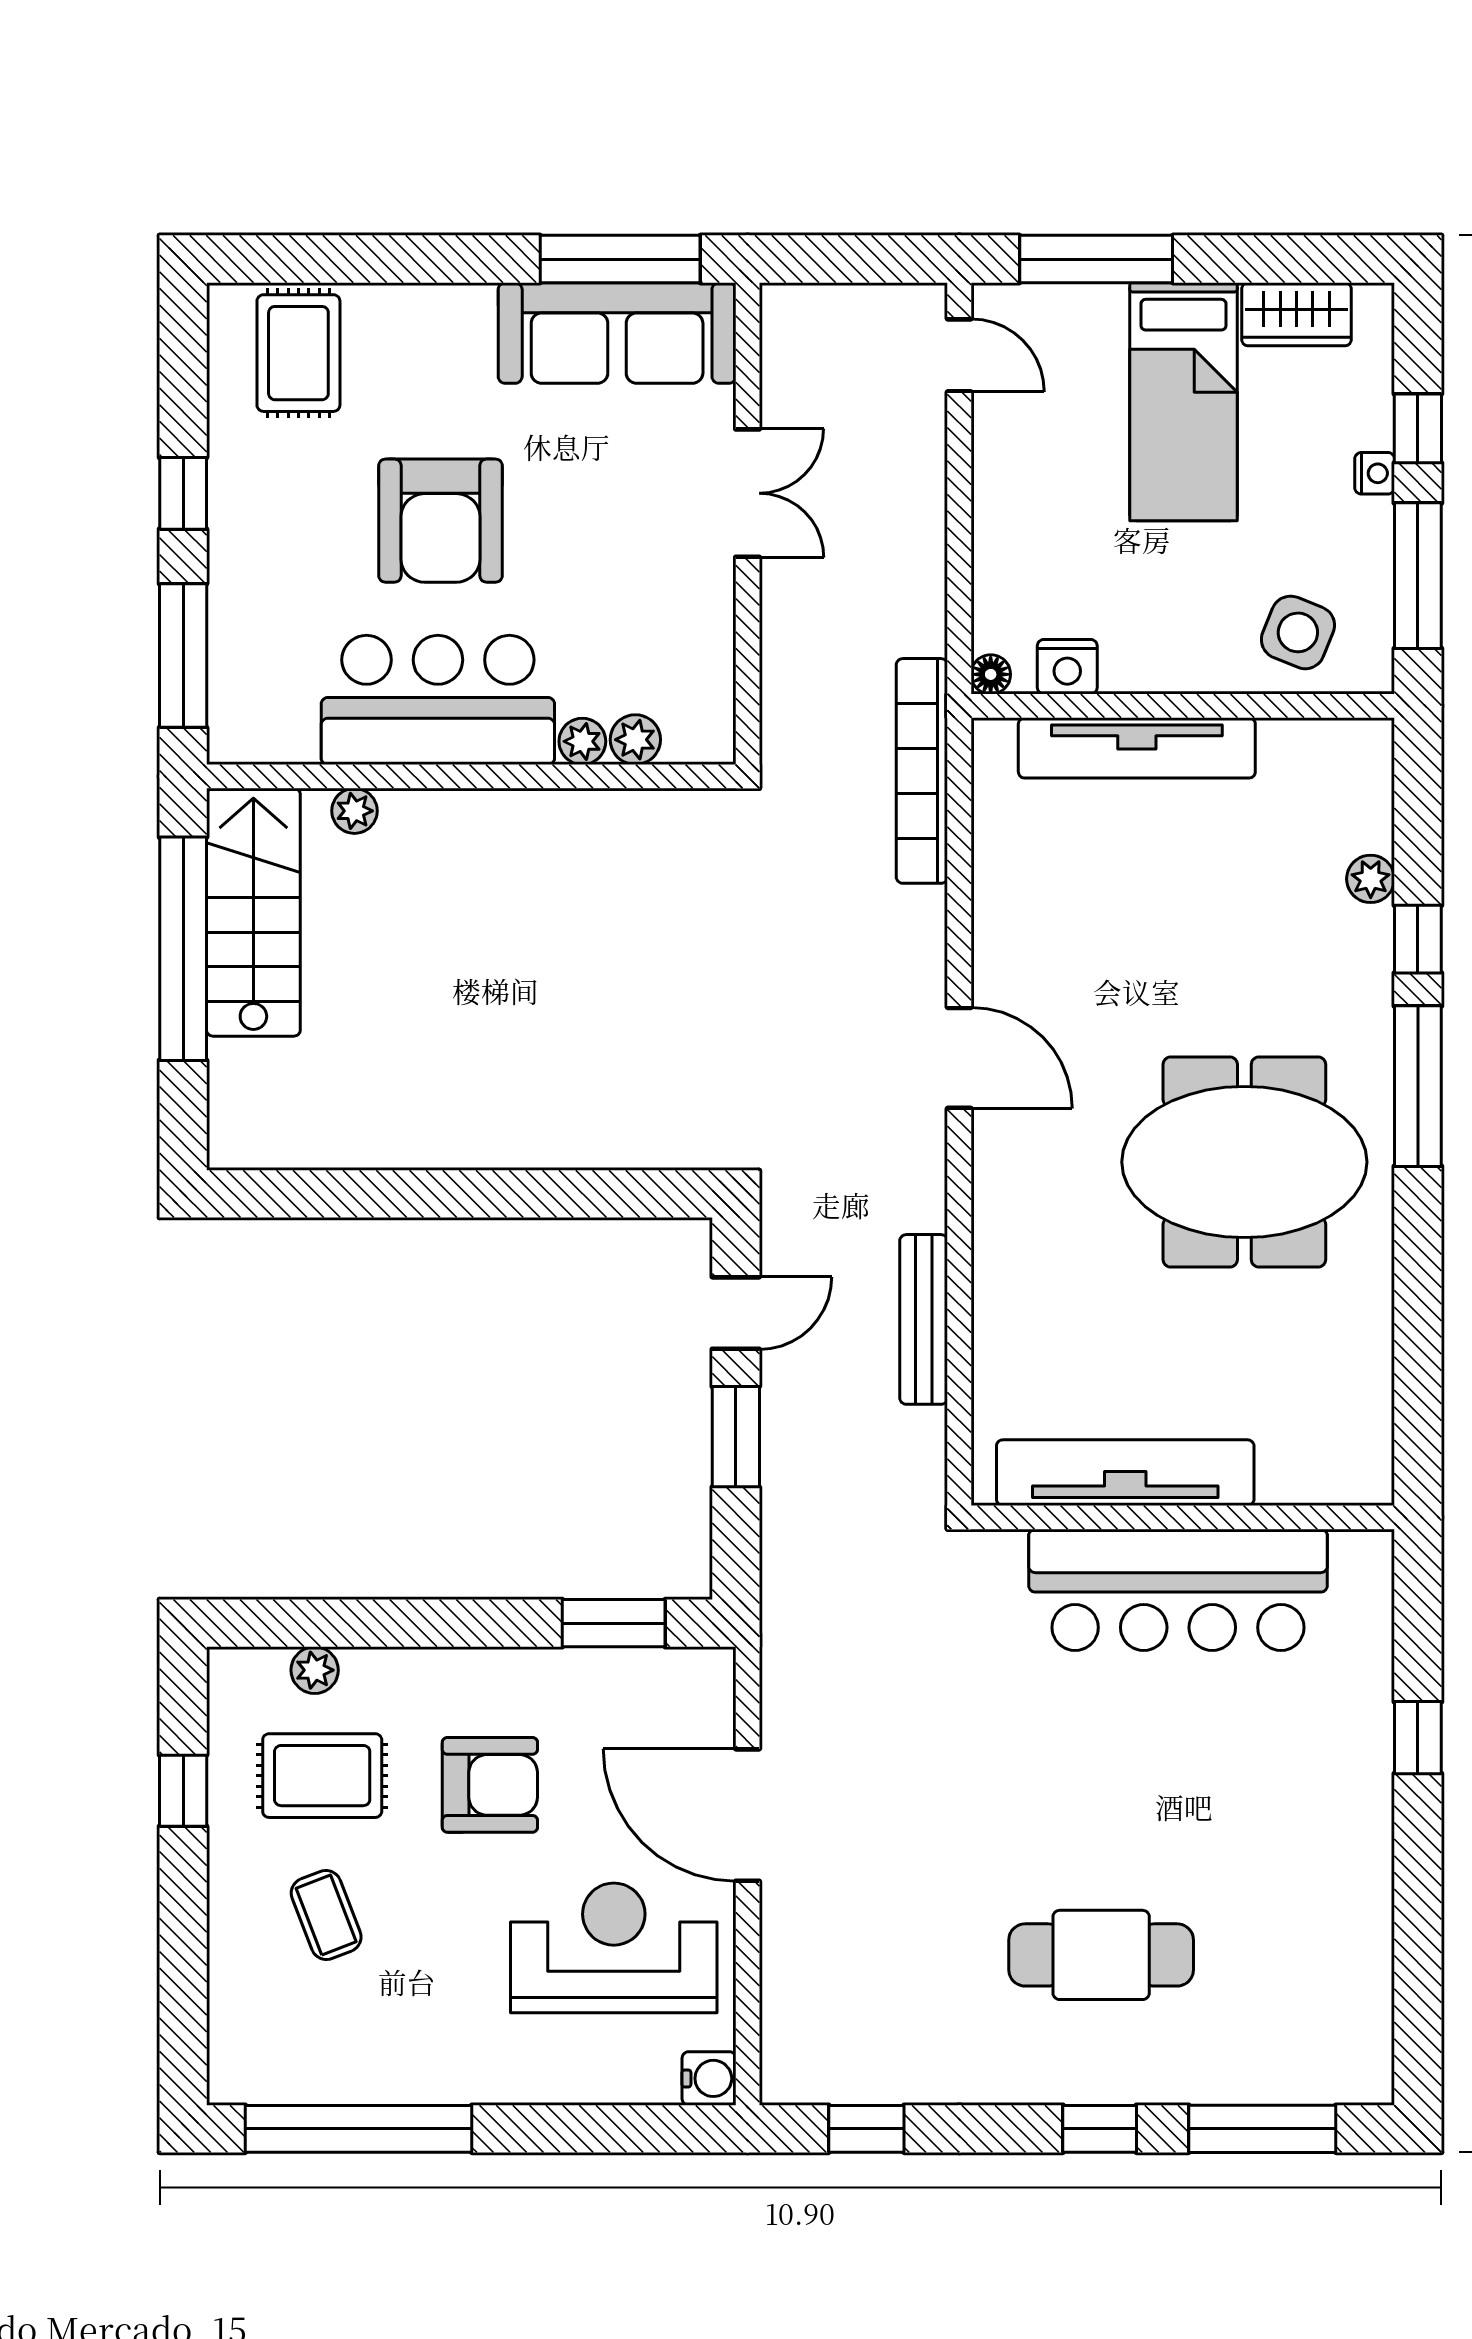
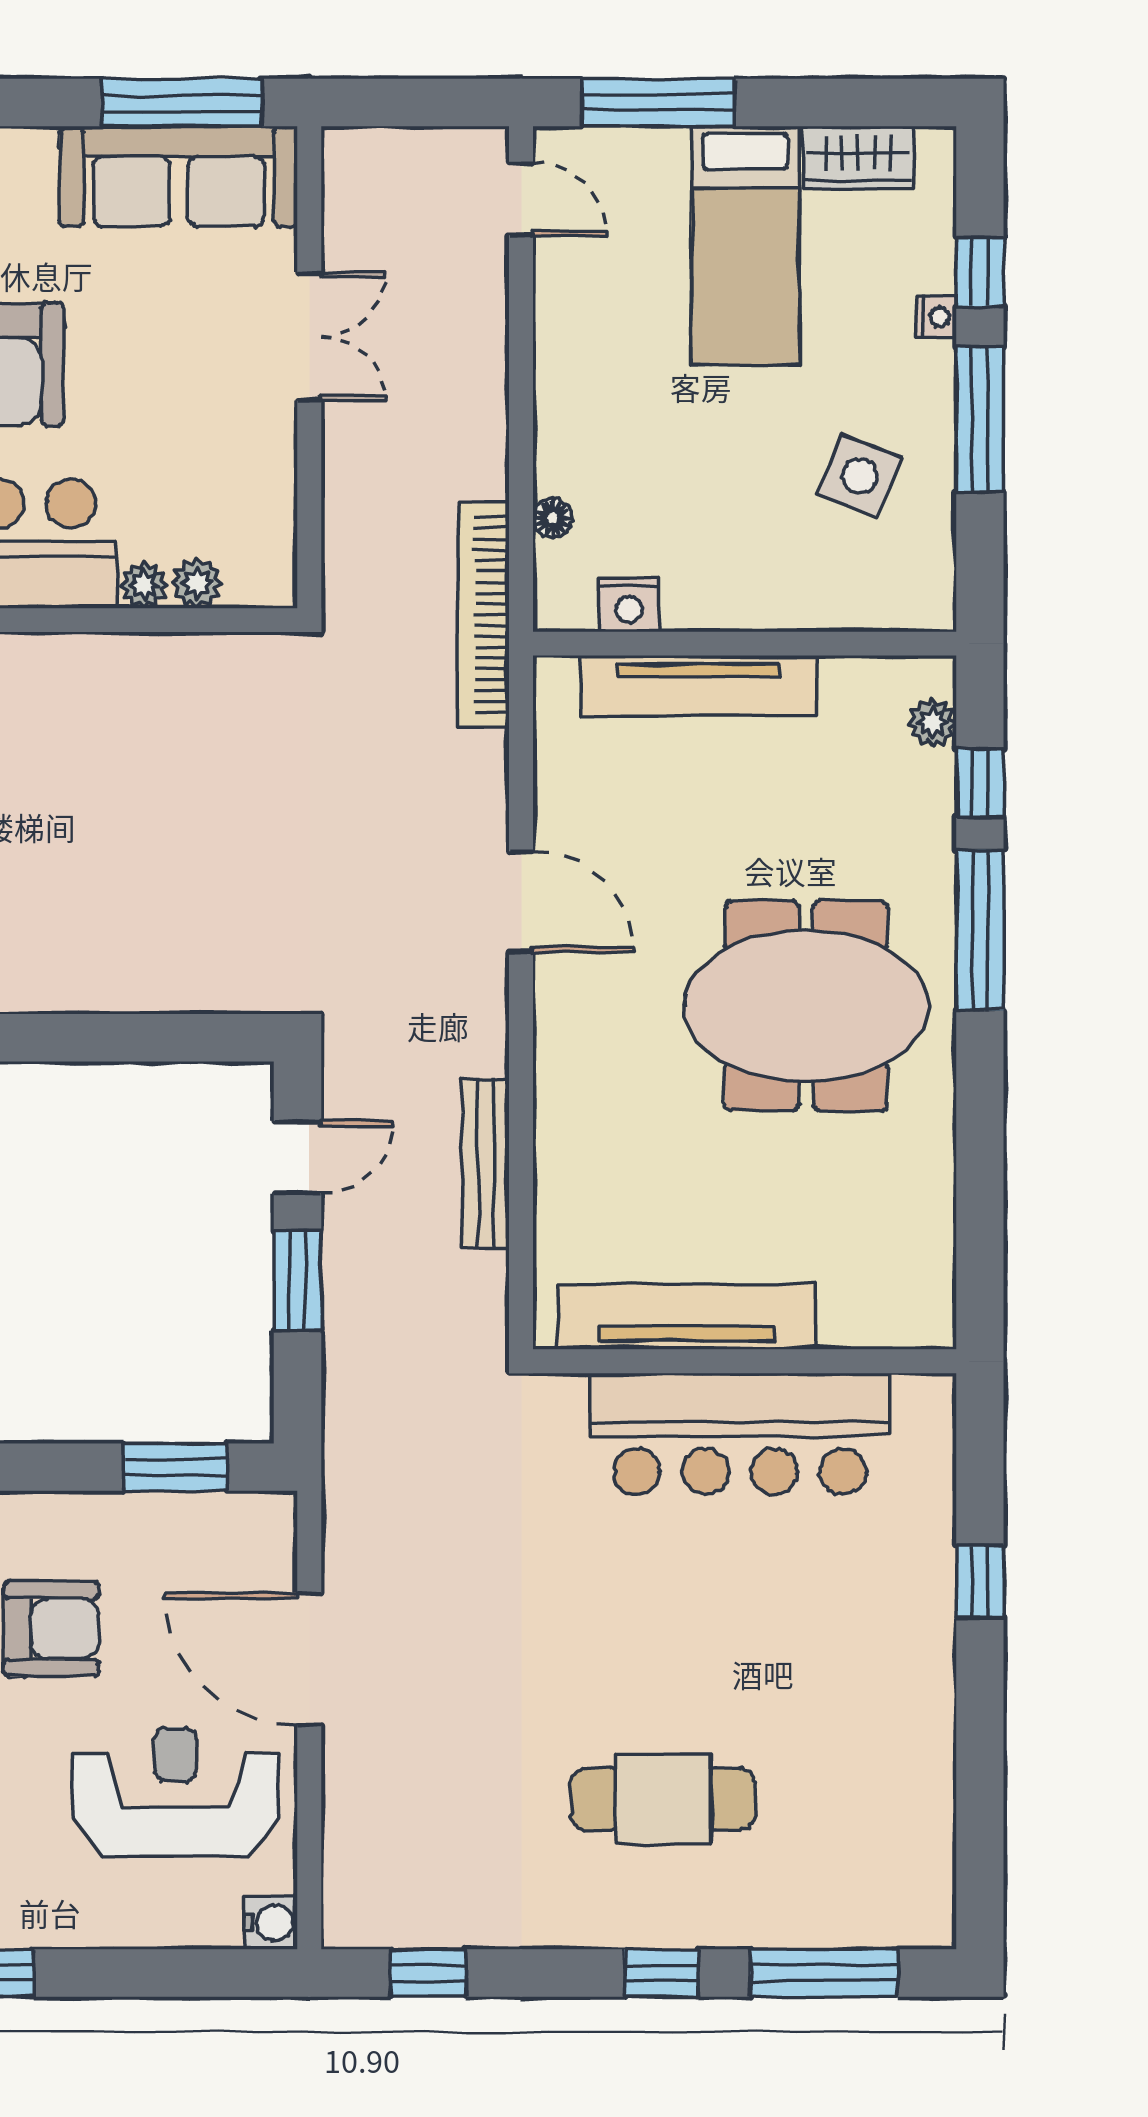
nightstand: (1067, 667) -> (629, 604), moved
wall: (1183, 706) -> (745, 644), moved
tv unit: (1137, 748) -> (699, 686), moved

